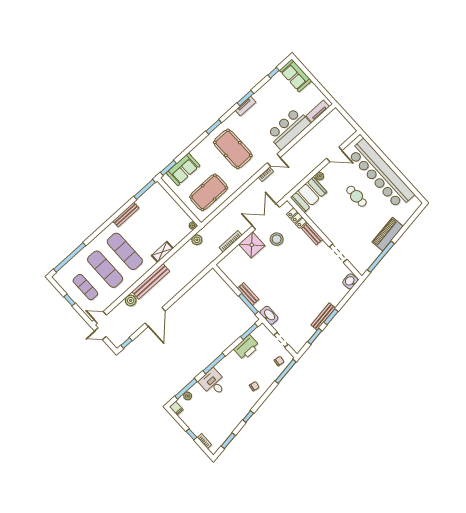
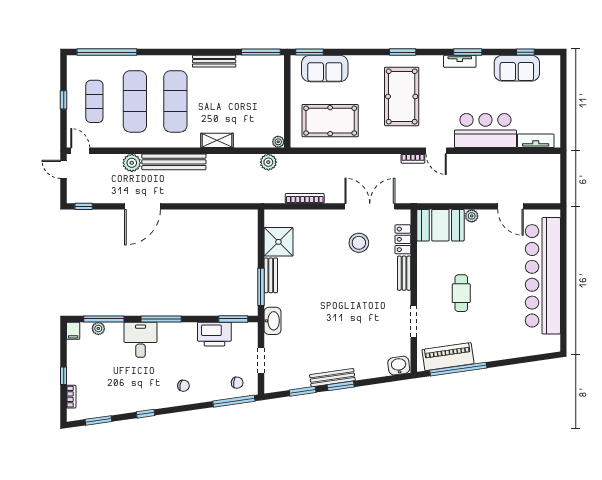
sofa: (295, 75) -> (517, 68), moved, turned -90
cafe table: (356, 196) -> (461, 293), moved
piano: (388, 234) -> (448, 357), moved
shower: (252, 245) -> (278, 242), moved

